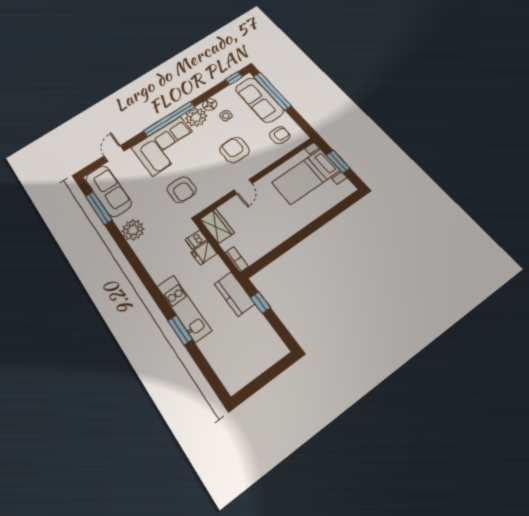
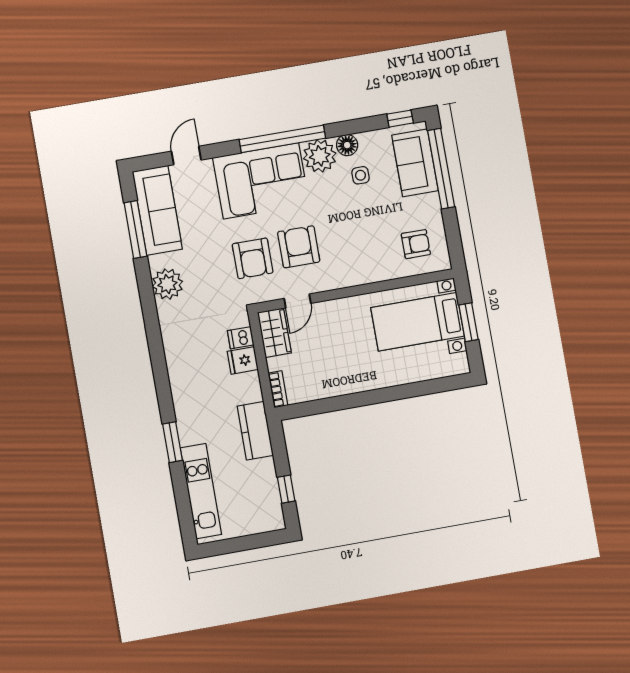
sofa: (259, 100) -> (415, 163), width x0.73
armchair: (235, 150) -> (299, 247), moved
door: (243, 187) -> (297, 301), moved
window: (260, 303) -> (286, 489), moved
kitchen unit: (184, 308) -> (201, 491), moved

